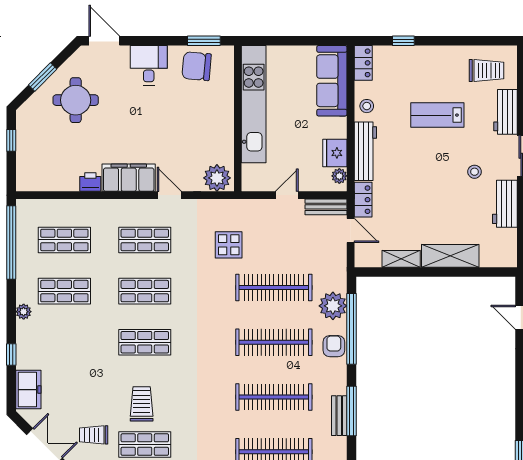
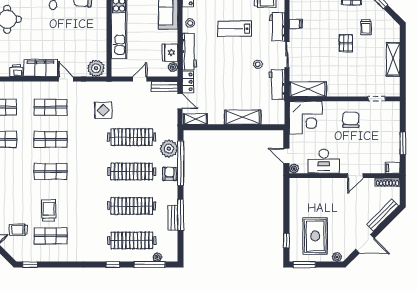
shelving: (401, 259) -> (195, 119), moved

